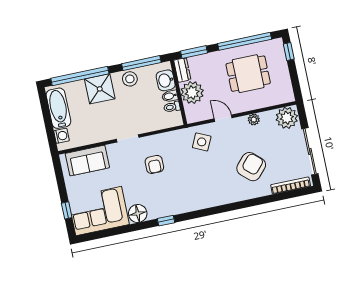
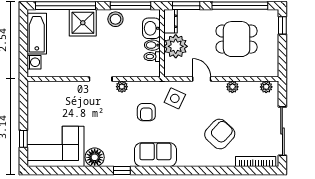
plant: (287, 118) -> (266, 87), width x0.53, depth x0.53
plant: (149, 141) -> (122, 87), added
sofa: (87, 161) -> (155, 155), moved, turned 180
armchair: (154, 164) -> (146, 112), moved

